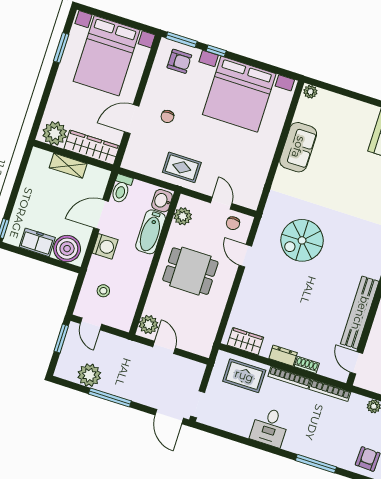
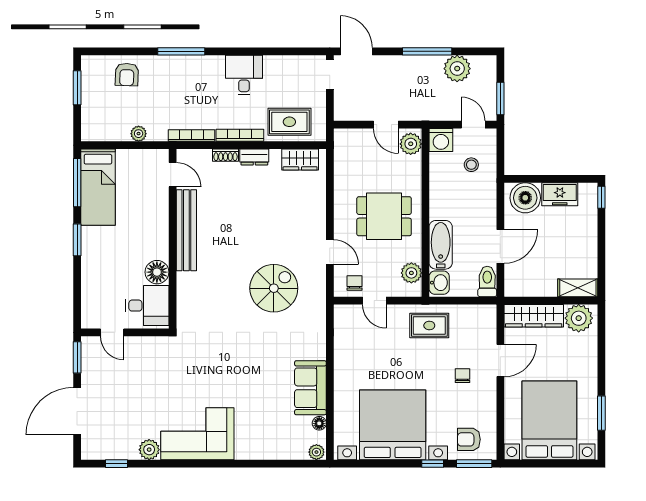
floor lamp: (300, 115) -> (319, 423), added
shelving: (68, 166) -> (578, 288), moved
washing machine: (105, 246) -> (441, 140), moved, turned -90

